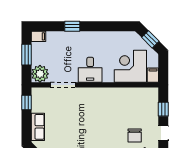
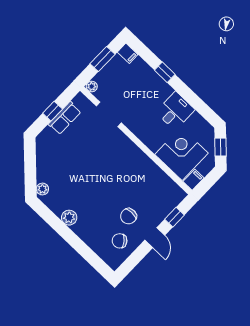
desk: (90, 70) -> (175, 111), moved, turned 180
plant: (40, 74) -> (92, 86), width x0.53, depth x0.53
window: (26, 103) -> (53, 111), moved
row of seats: (38, 127) -> (65, 118), moved

